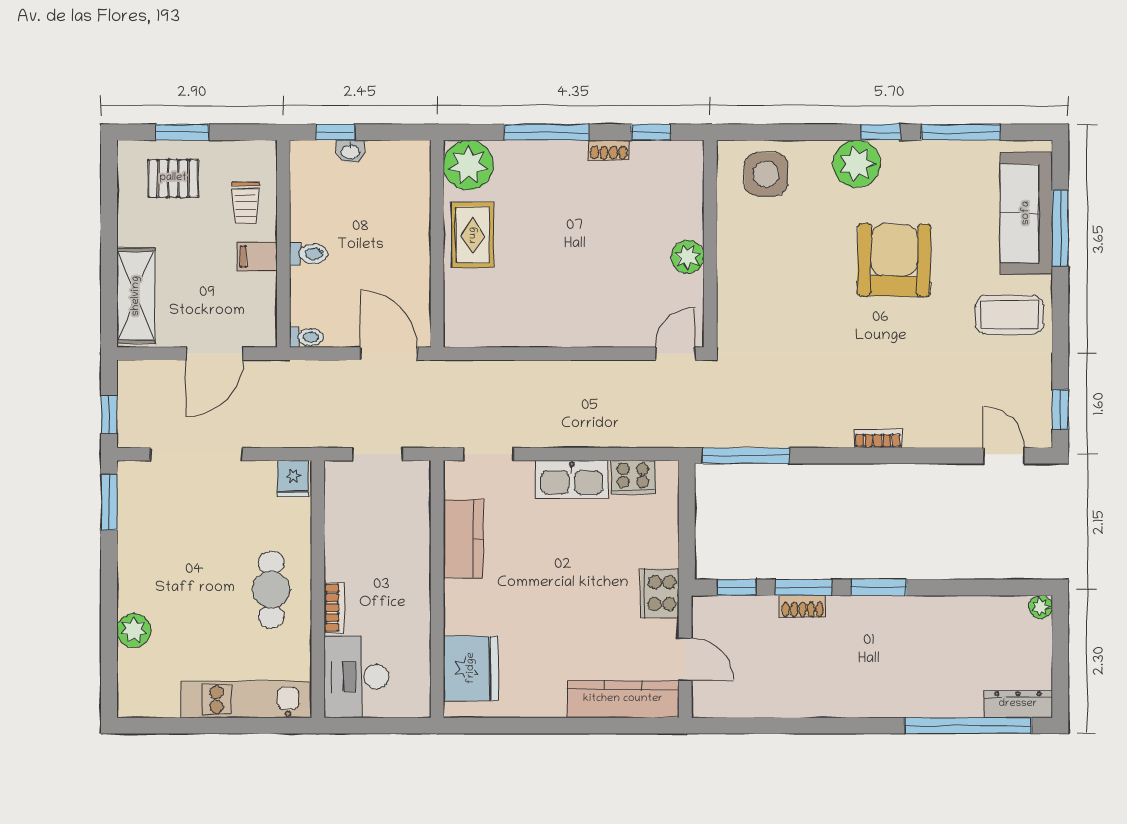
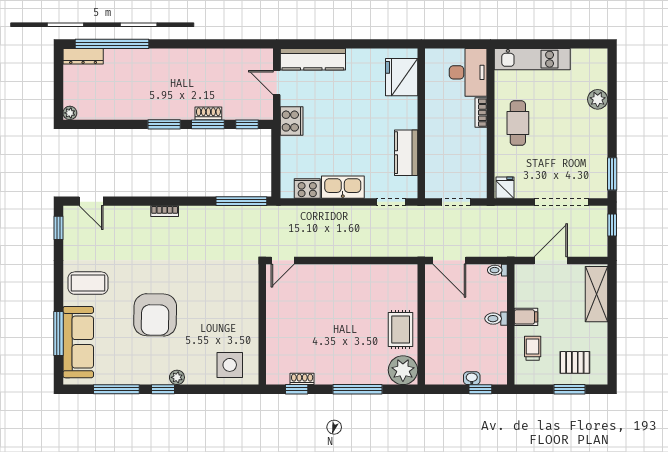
shoe rack: (609, 150) -> (302, 379), moved
plant: (857, 164) -> (177, 377), width x0.53, depth x0.53
plant: (687, 257) -> (275, 317), removed

